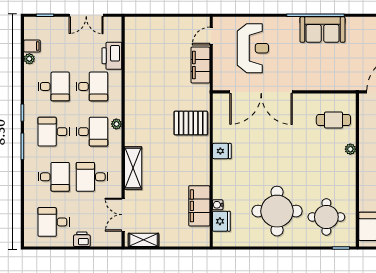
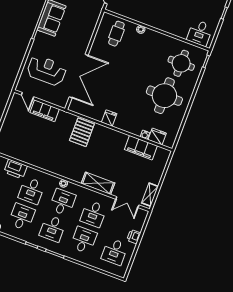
desk: (92, 86) -> (32, 191), turned 180

